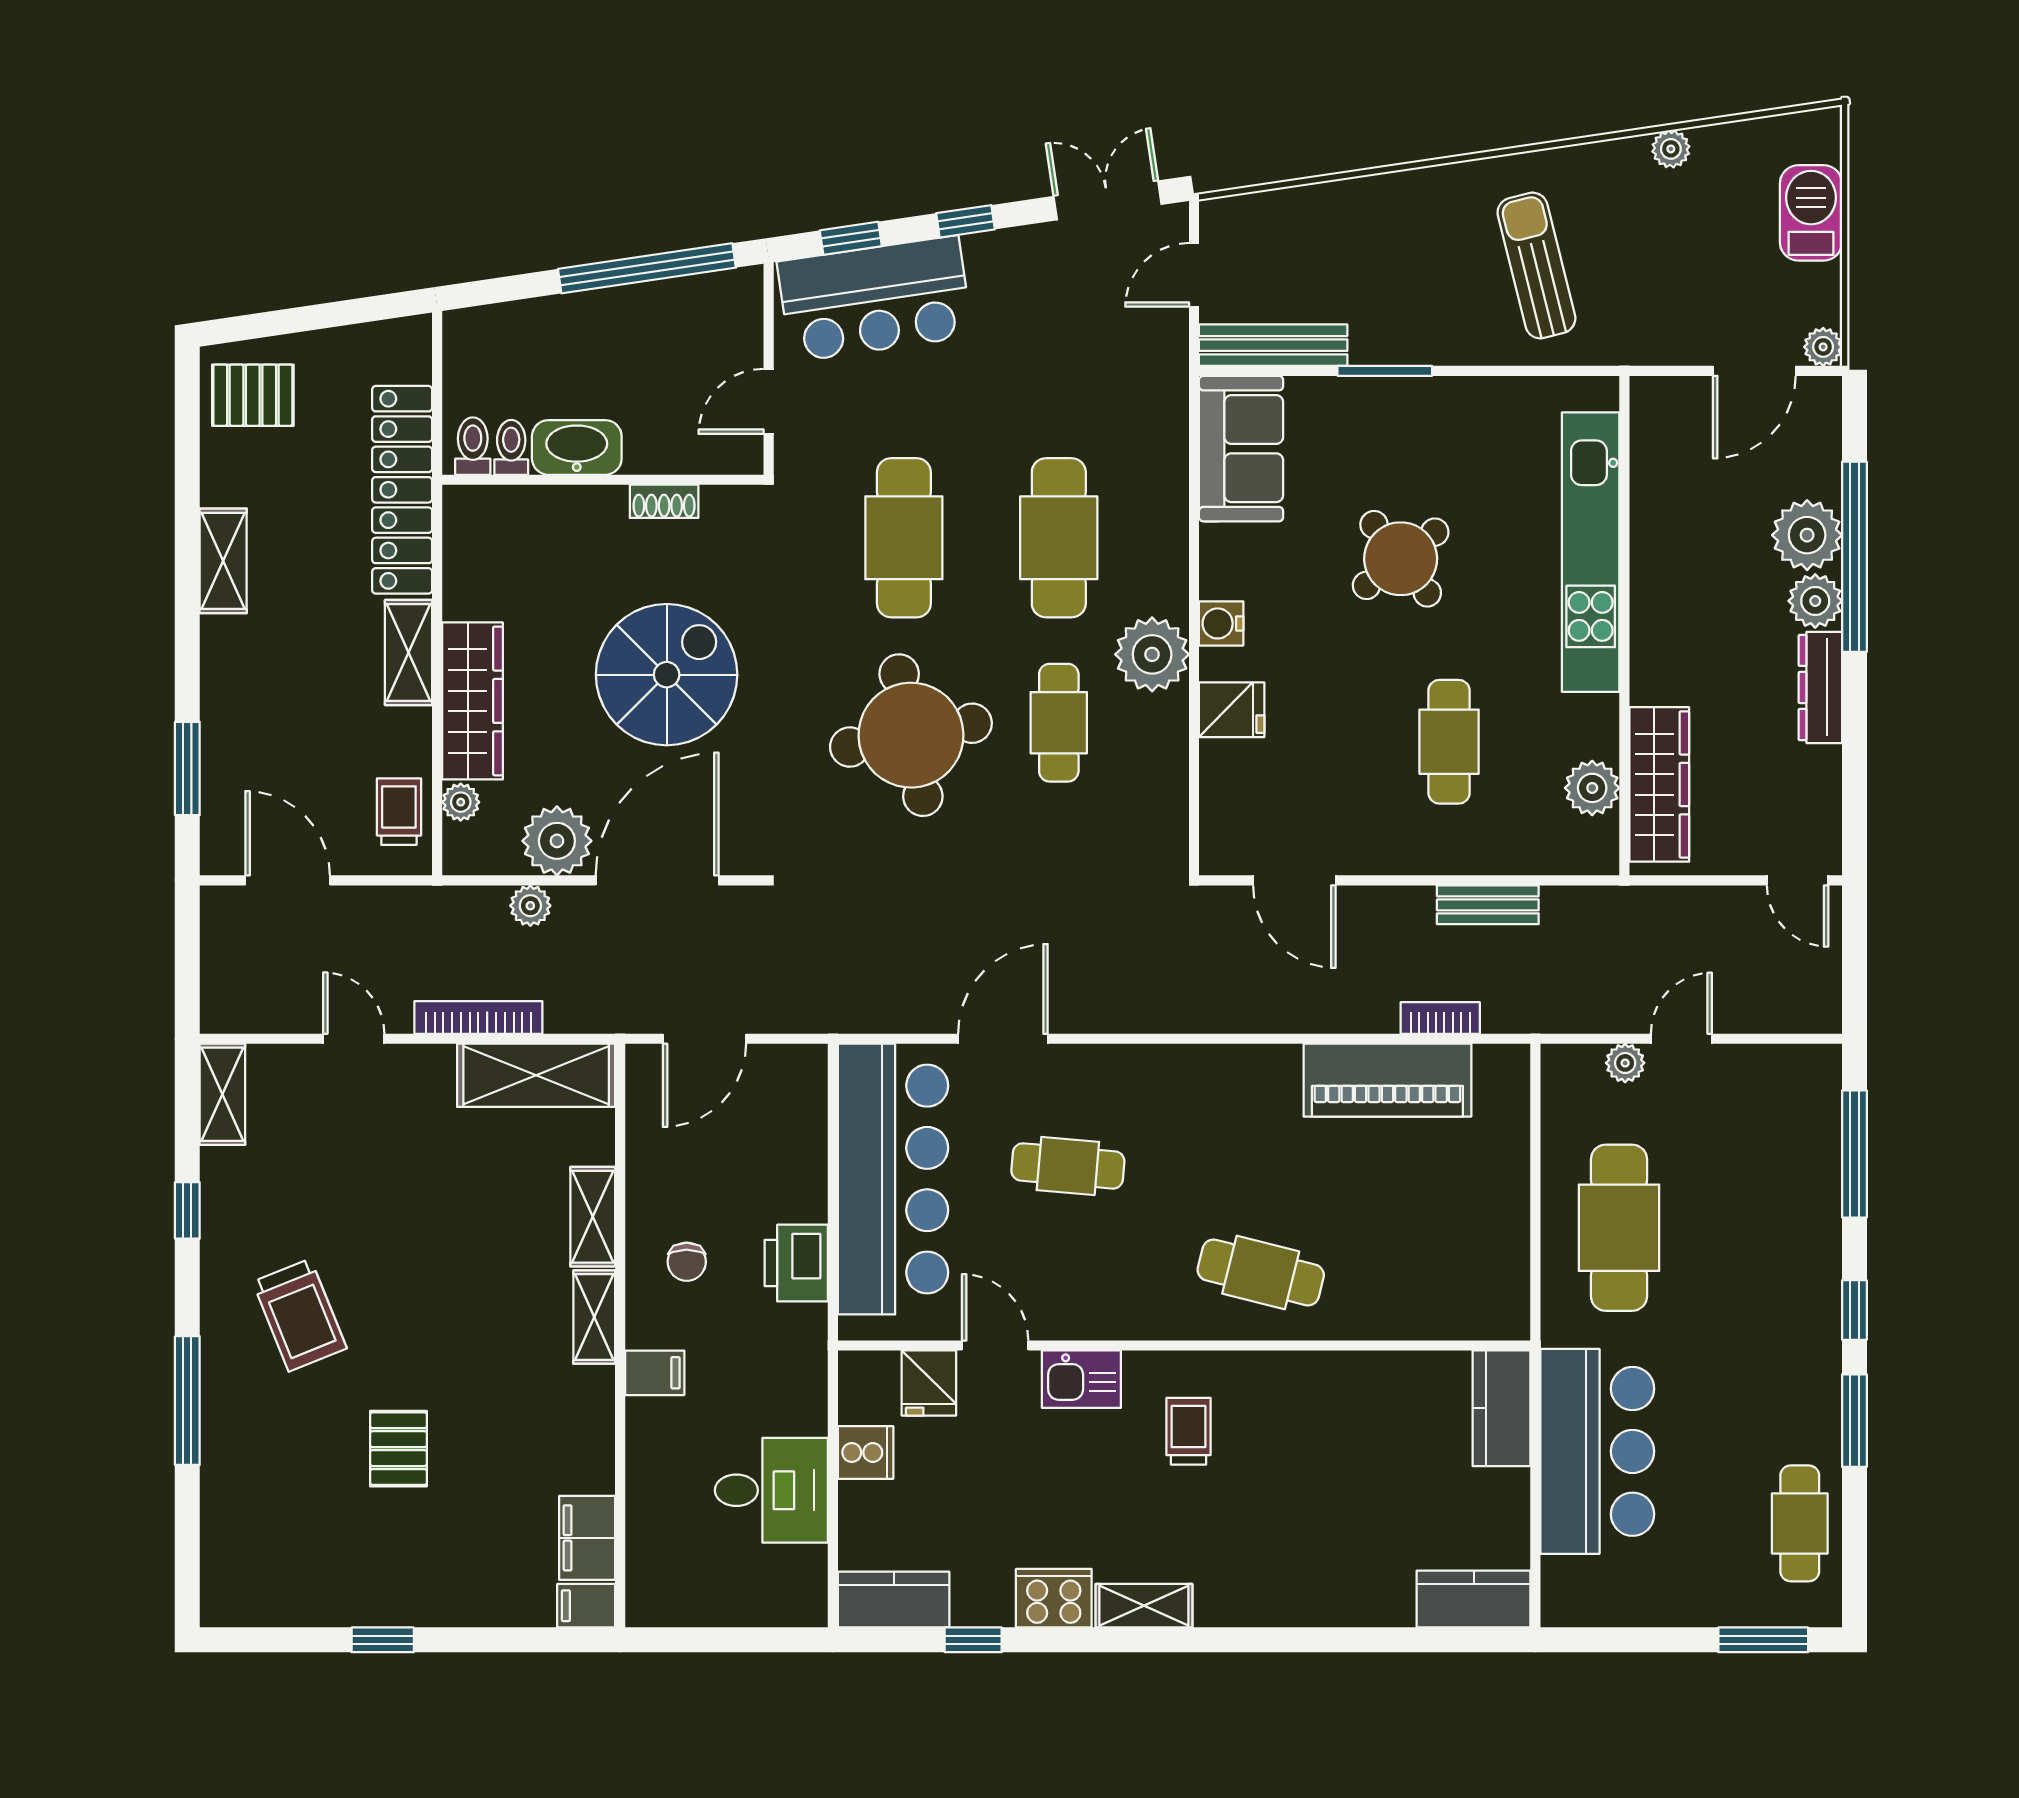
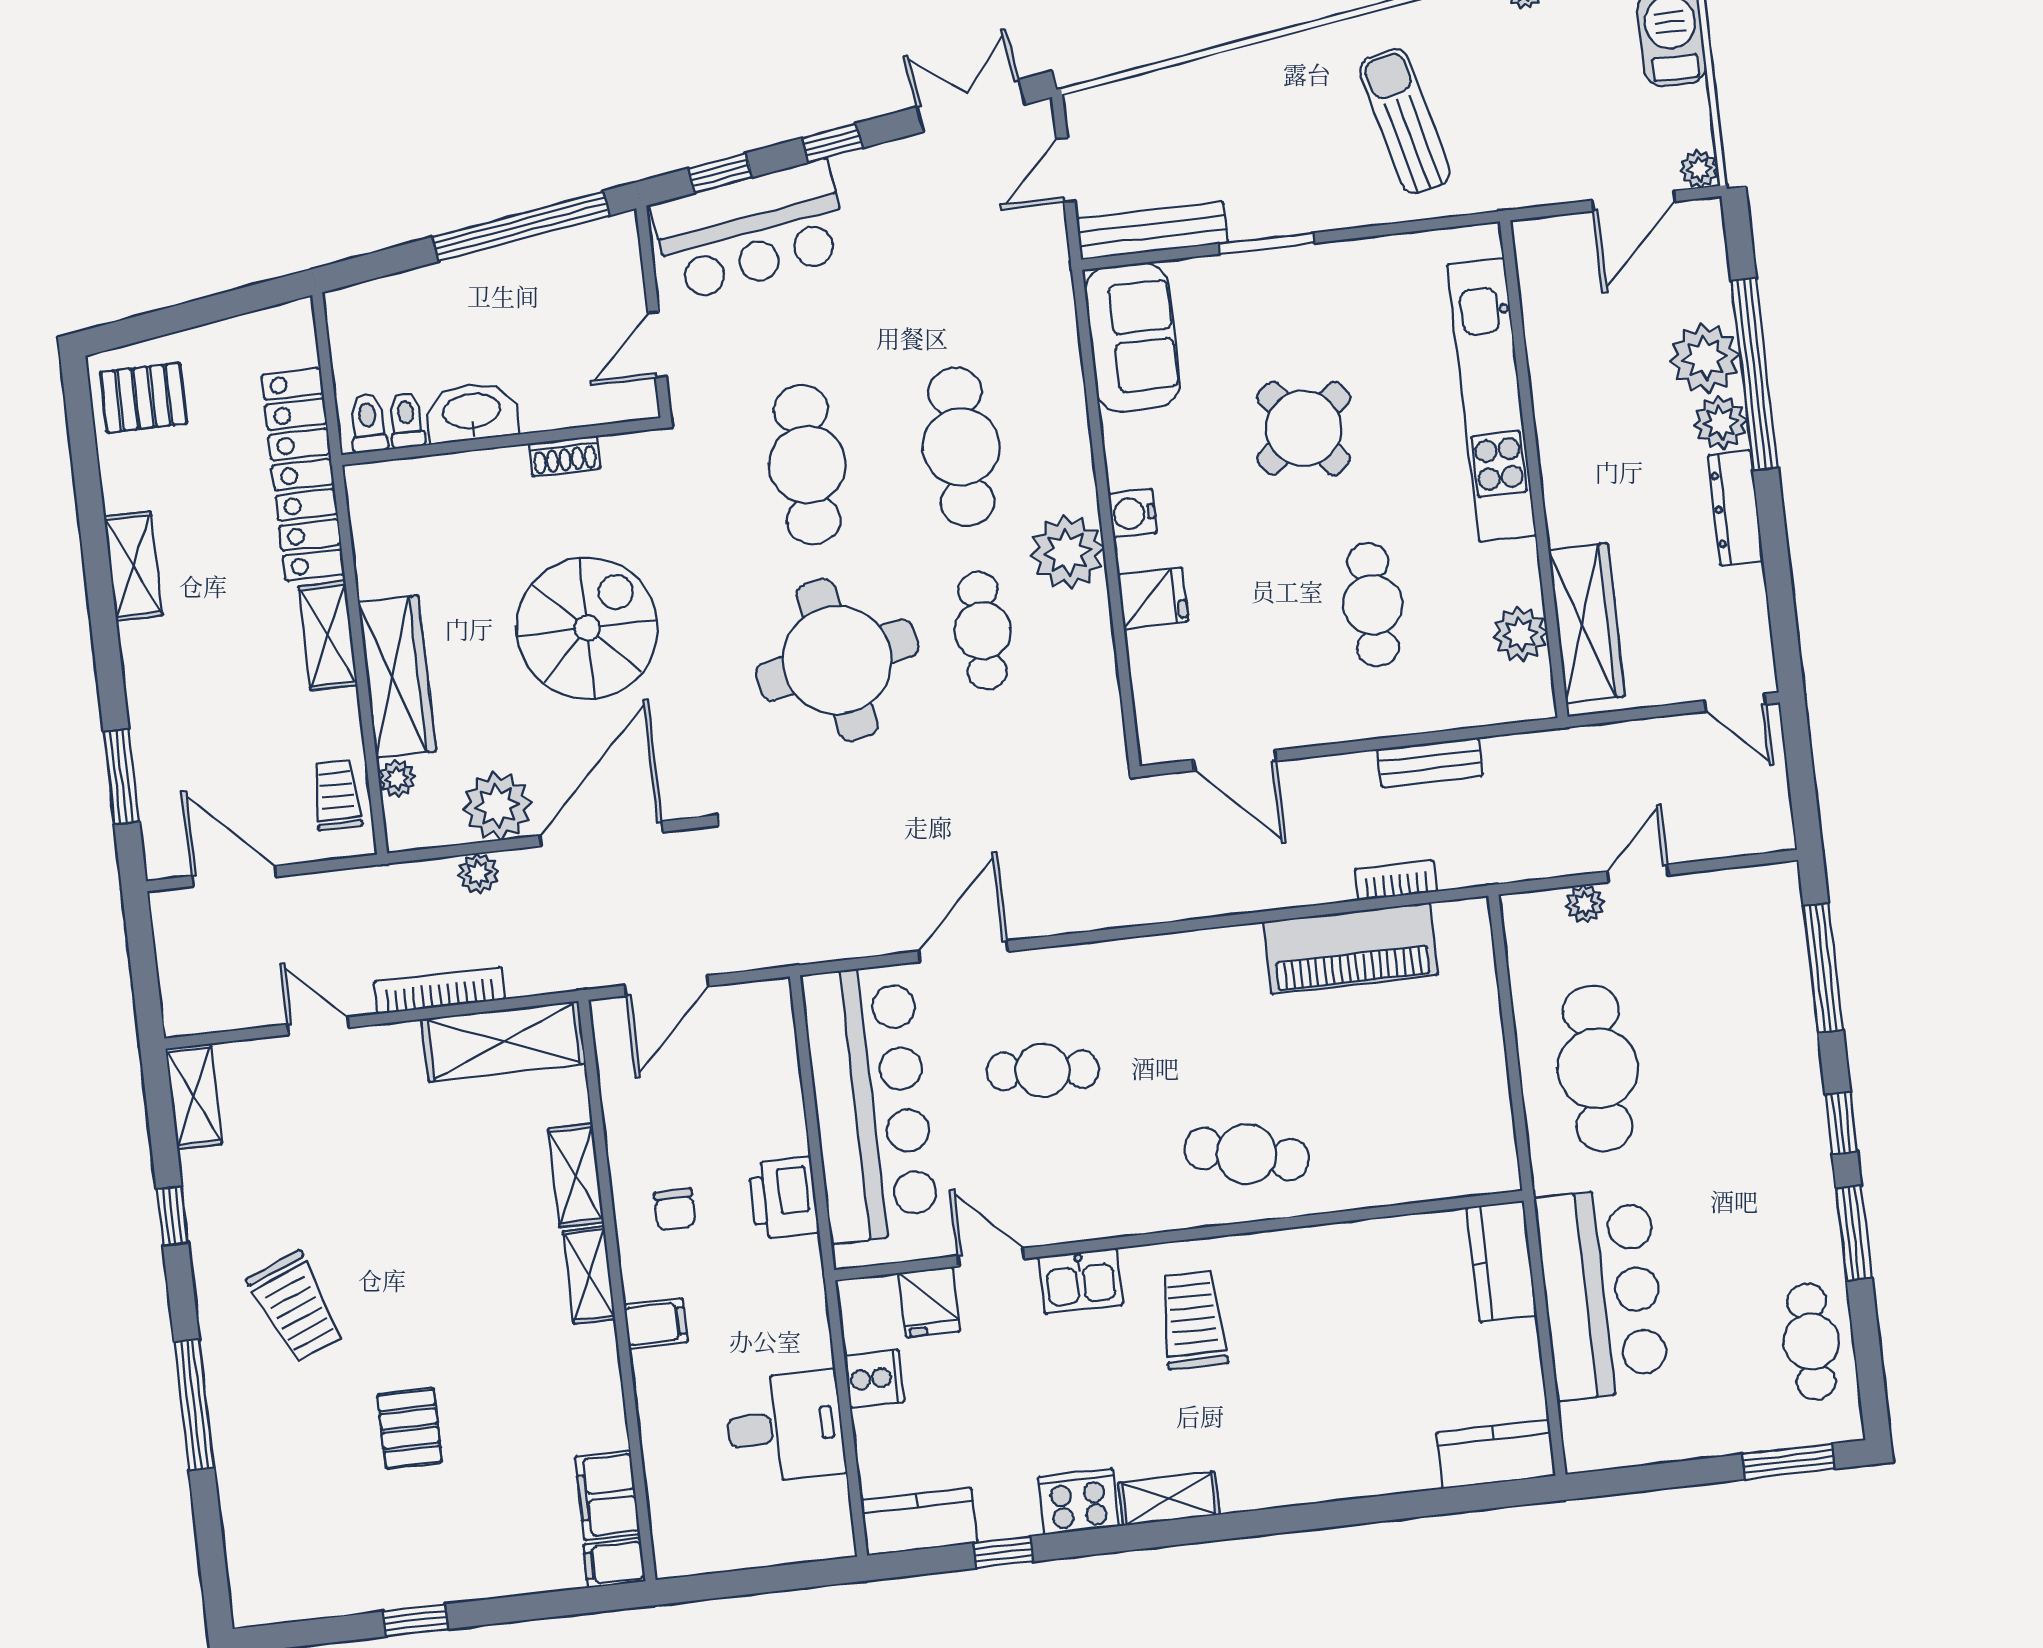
trolley: (1188, 1431) -> (1193, 1320), width x1.36, depth x1.39

